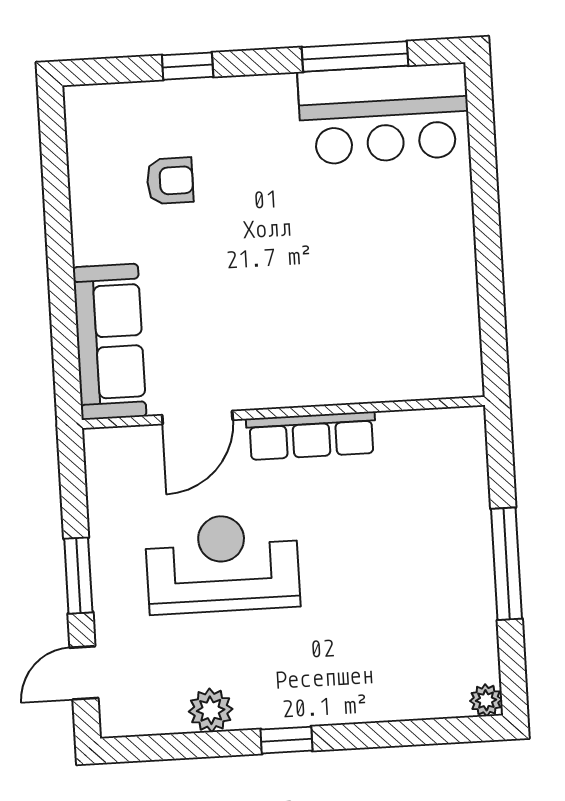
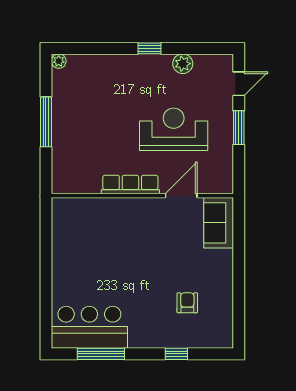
armchair: (170, 181) -> (187, 303), turned 90
sofa: (110, 342) -> (219, 223), width x0.73
reception desk: (222, 564) -> (174, 129), turned 180

